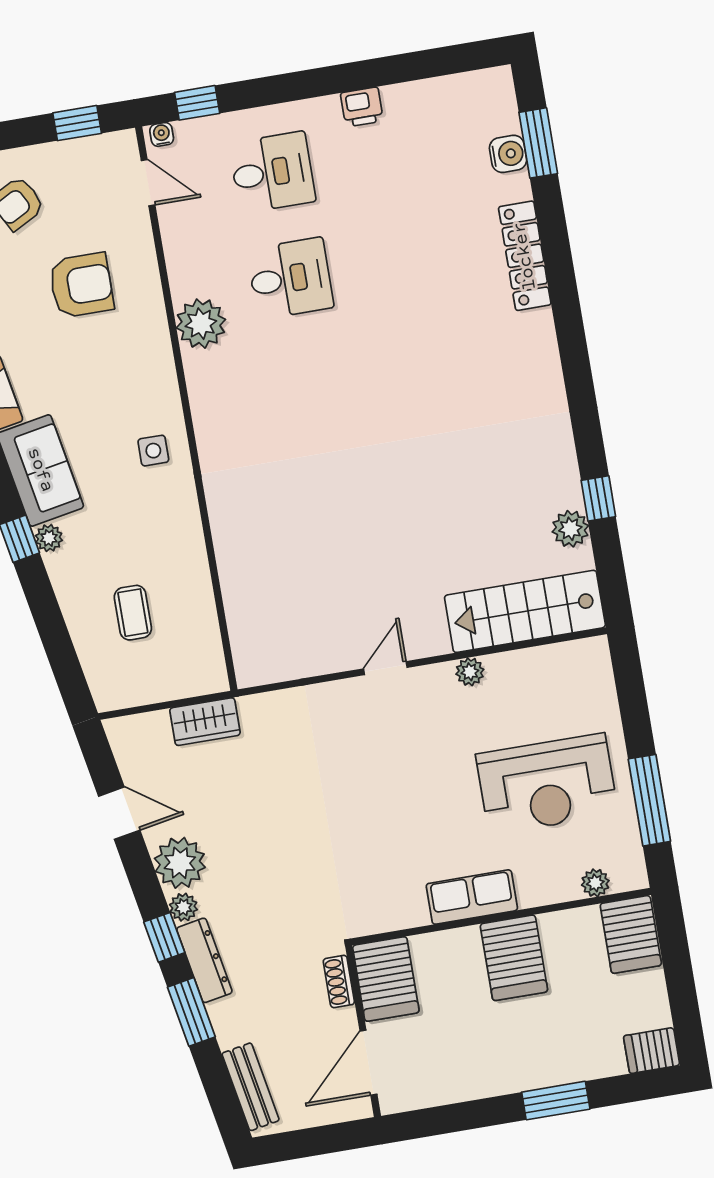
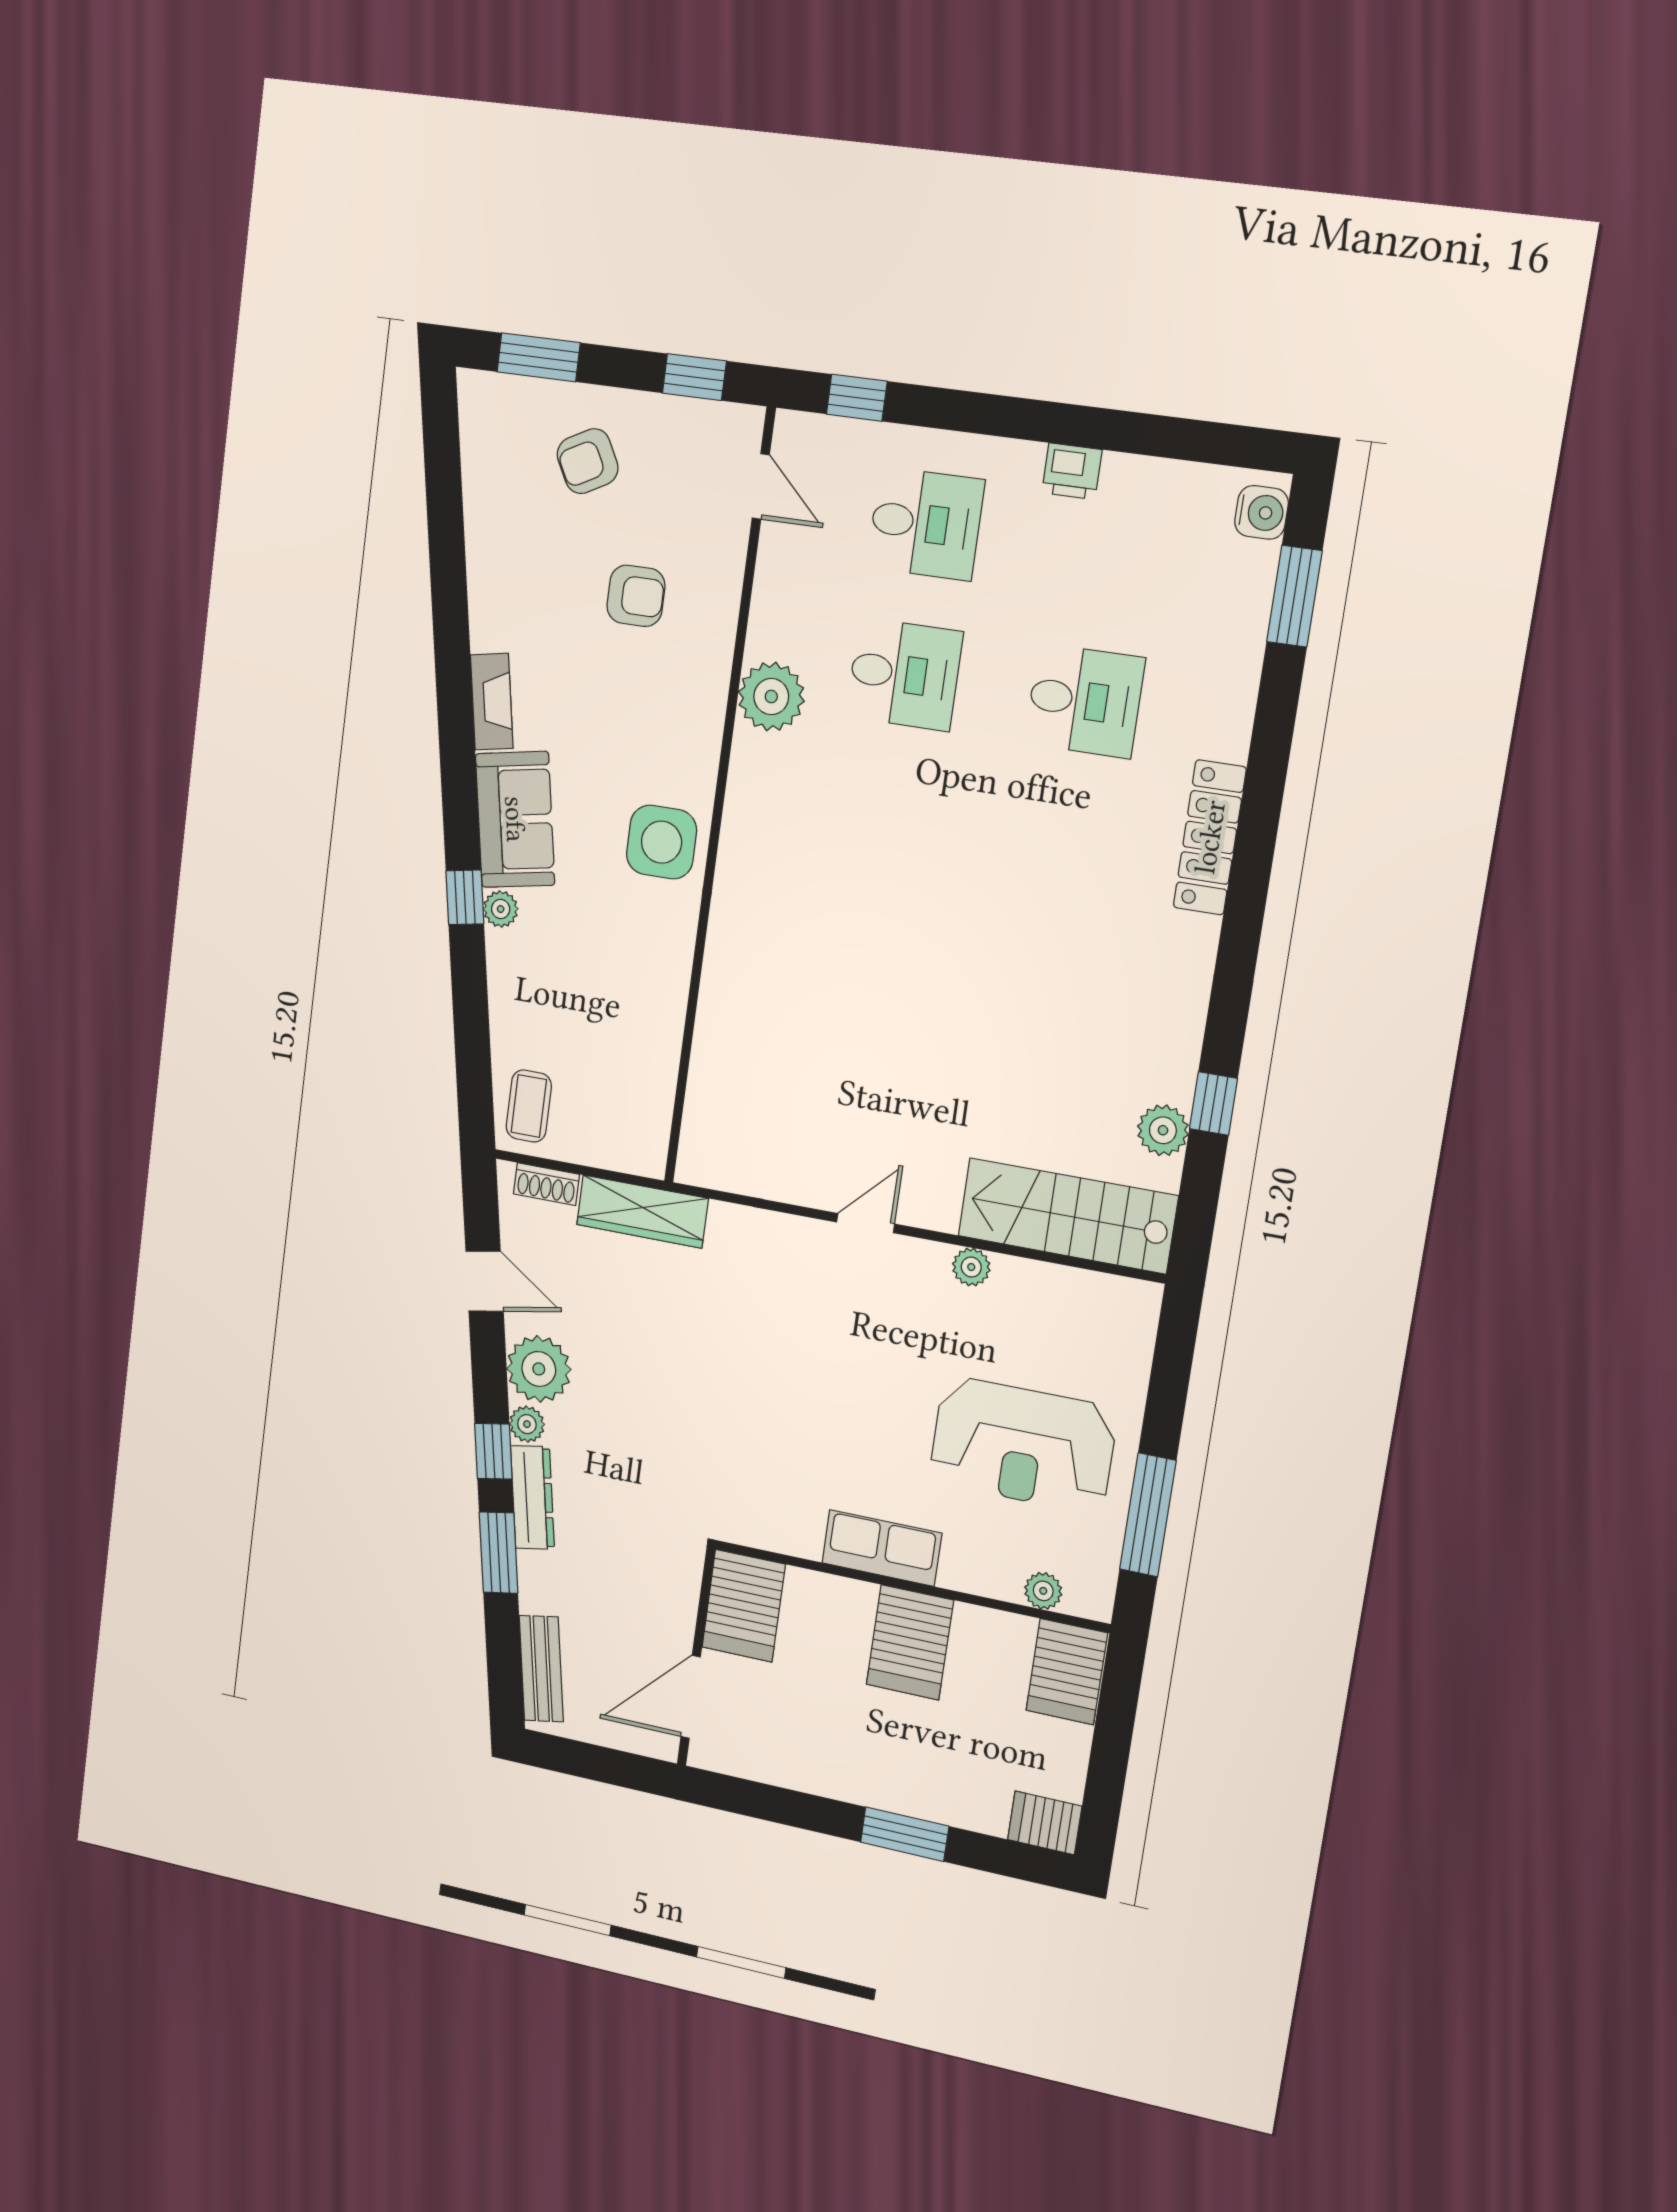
water cooler: (162, 134) -> (798, 427), removed
water cooler: (508, 154) -> (1262, 512), moved
desk: (421, 256) -> (1085, 701), added
locker: (525, 256) -> (1210, 837), moved
armchair: (81, 285) -> (636, 596), width x0.72, depth x0.72
side table: (153, 451) -> (662, 842), width x1.87, depth x1.87
coffee table: (133, 613) -> (529, 1106), moved
wardrobe: (205, 722) -> (642, 1211), width x1.50
shoe rack: (339, 982) -> (546, 1184), moved, turned -90

